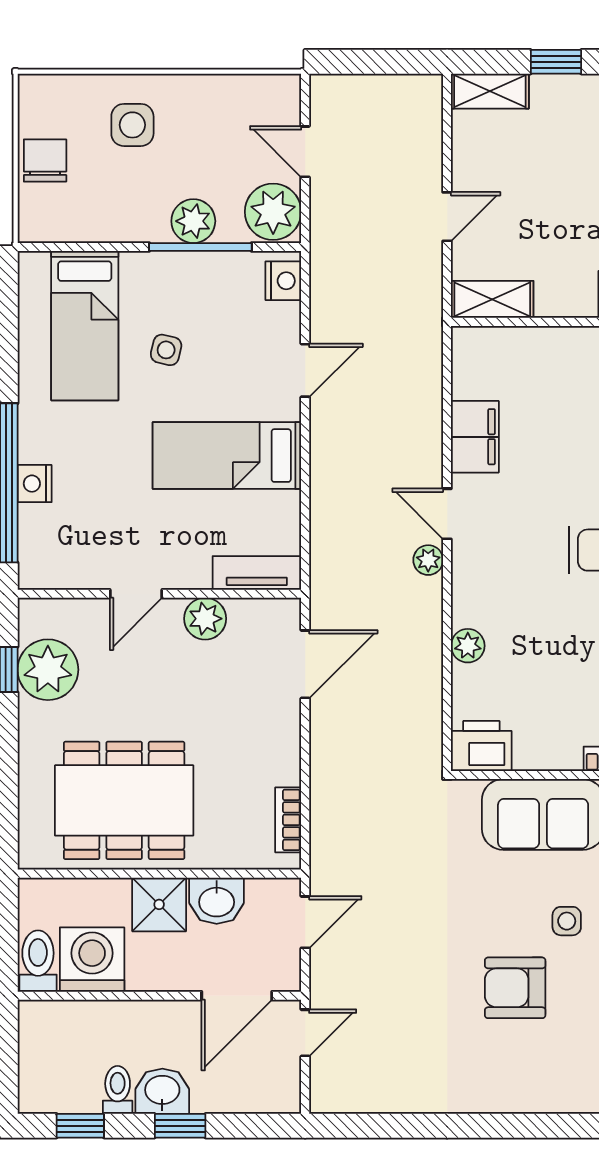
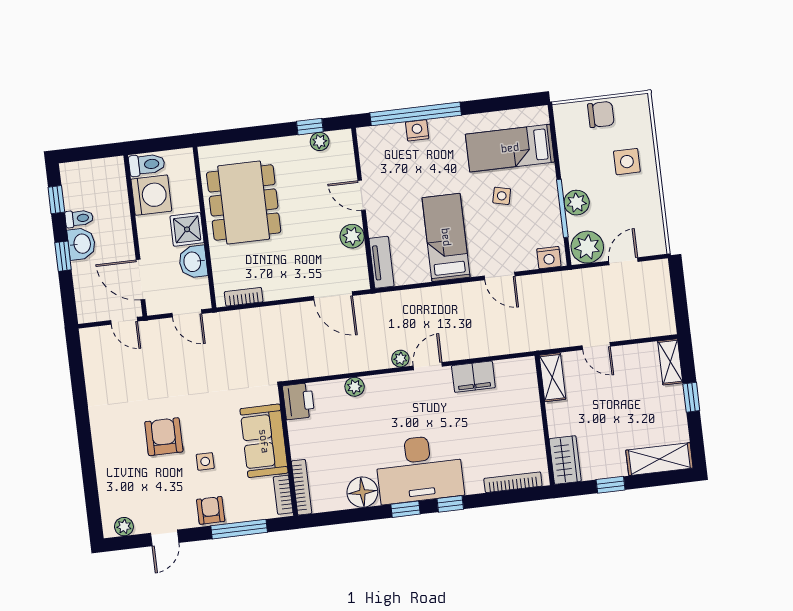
plant: (48, 670) -> (320, 141), width x0.53, depth x0.53

